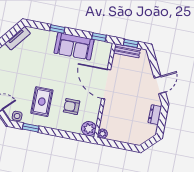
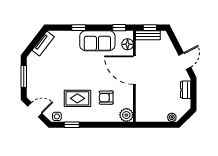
floor lamp: (104, 56) -> (128, 44), added
rug: (42, 102) -> (77, 98), turned 90
plant: (102, 134) -> (172, 117), moved

